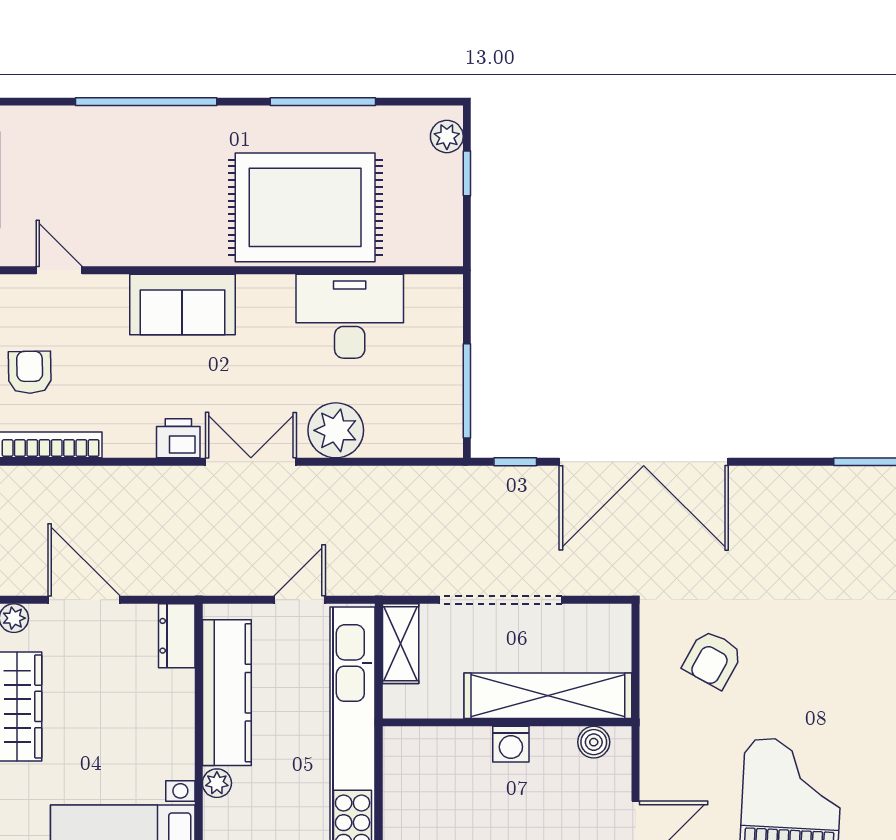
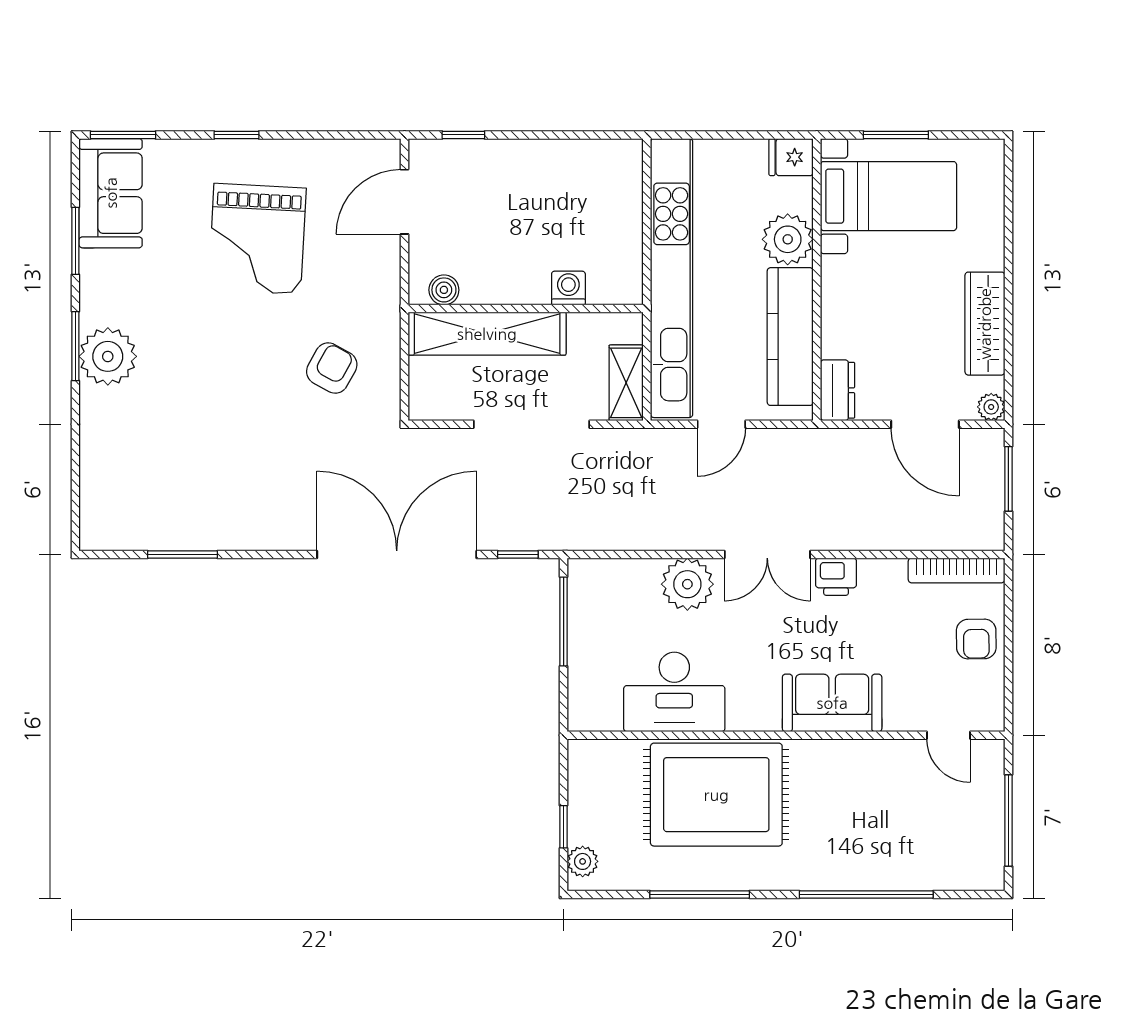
washing machine: (511, 744) -> (568, 288), moved
plant: (217, 783) -> (788, 239), width x1.88, depth x1.88

